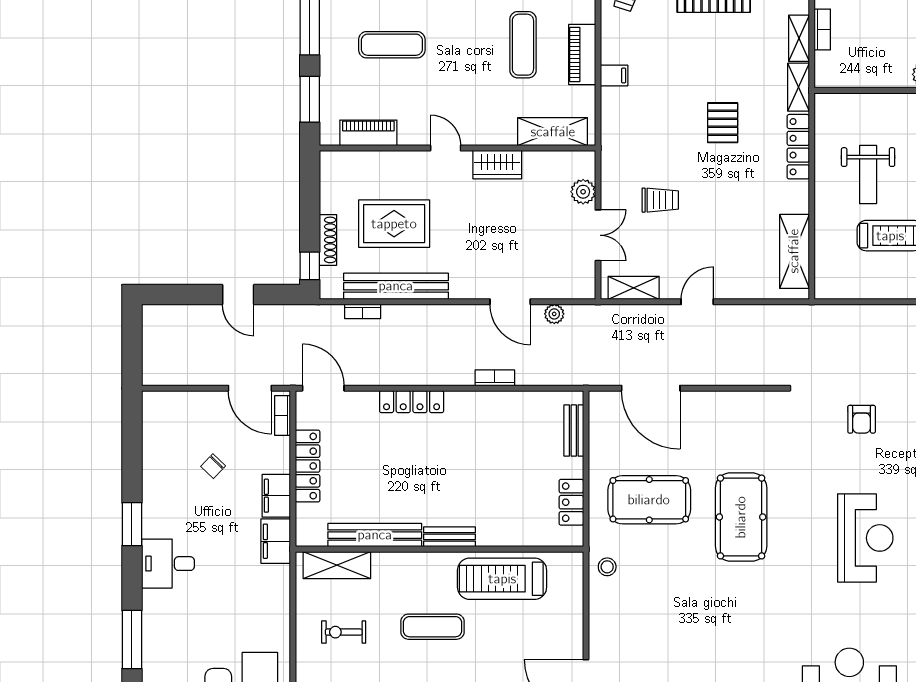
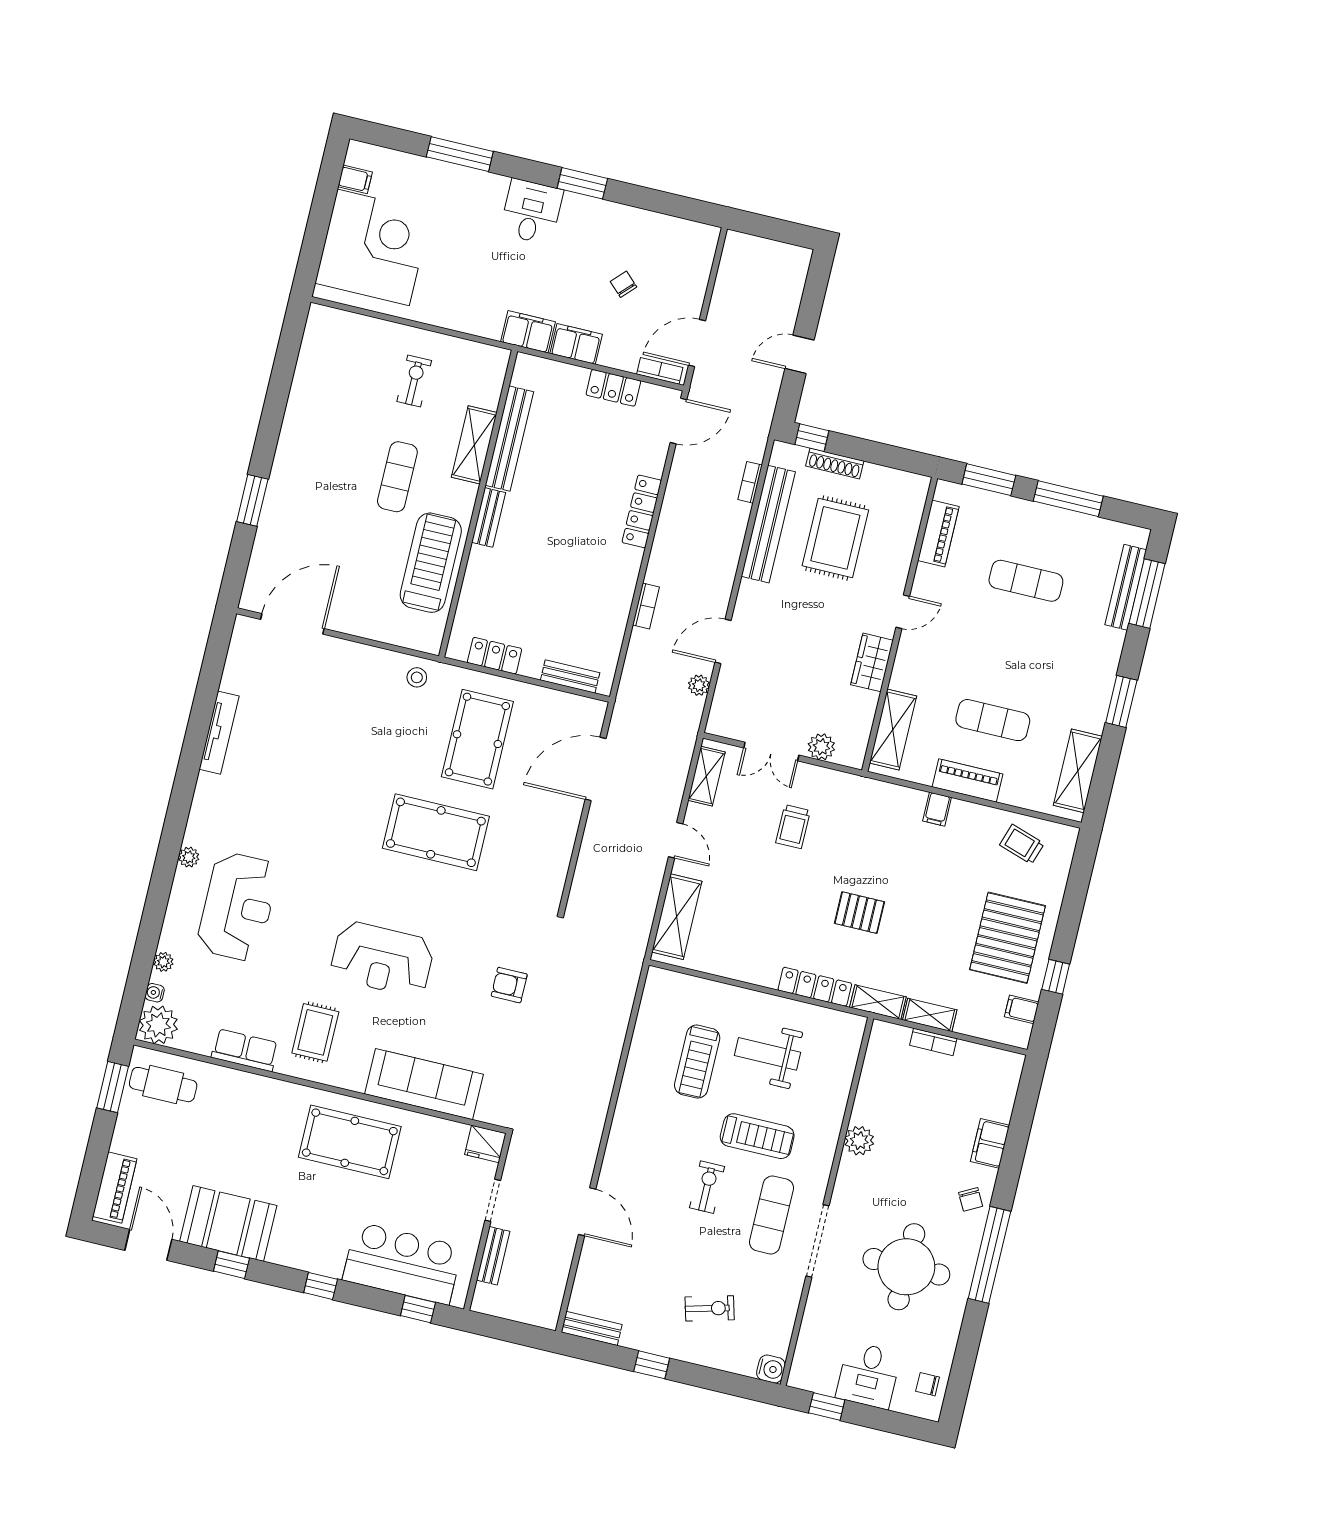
exercise mat: (392, 45) -> (1026, 581), turned 90
shelving: (794, 251) -> (677, 917), moved, turned 90
locker: (308, 466) -> (613, 388), width x0.66
shelving: (337, 565) -> (474, 445), moved

